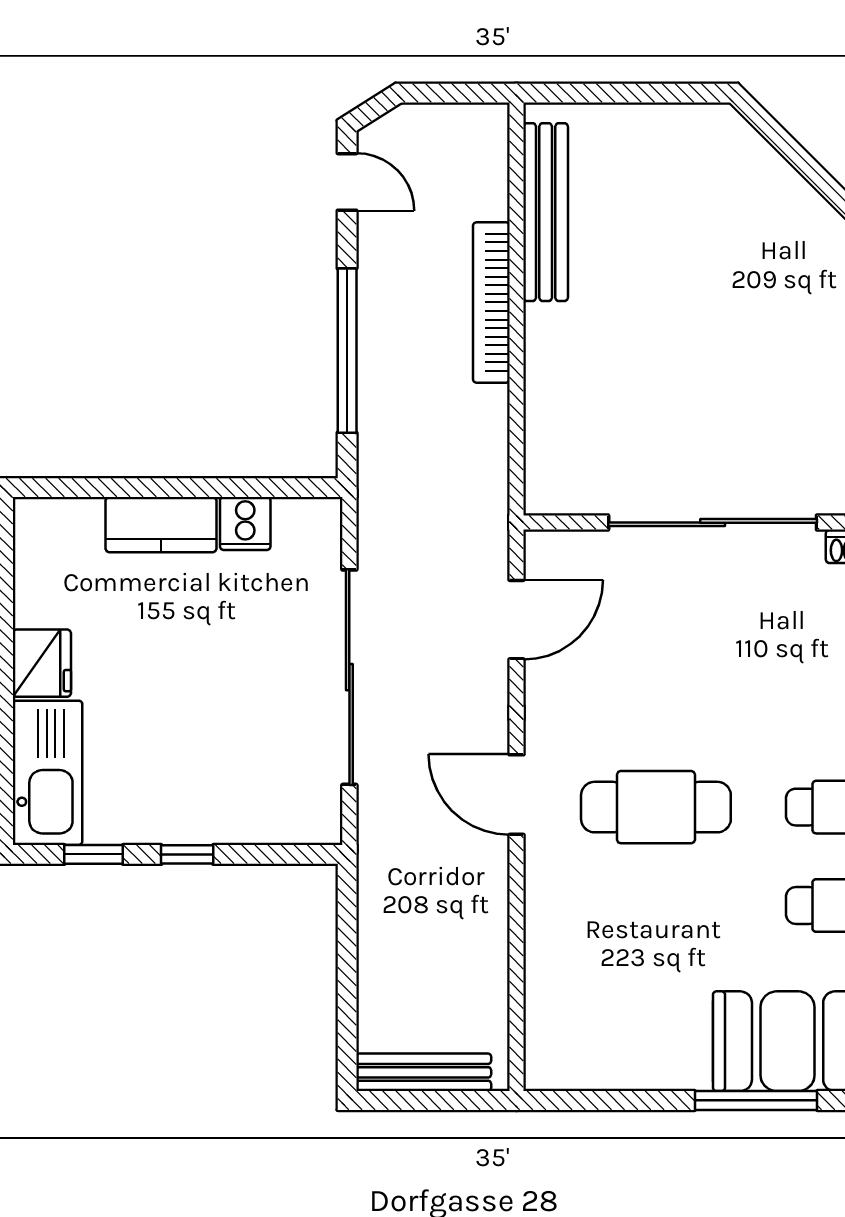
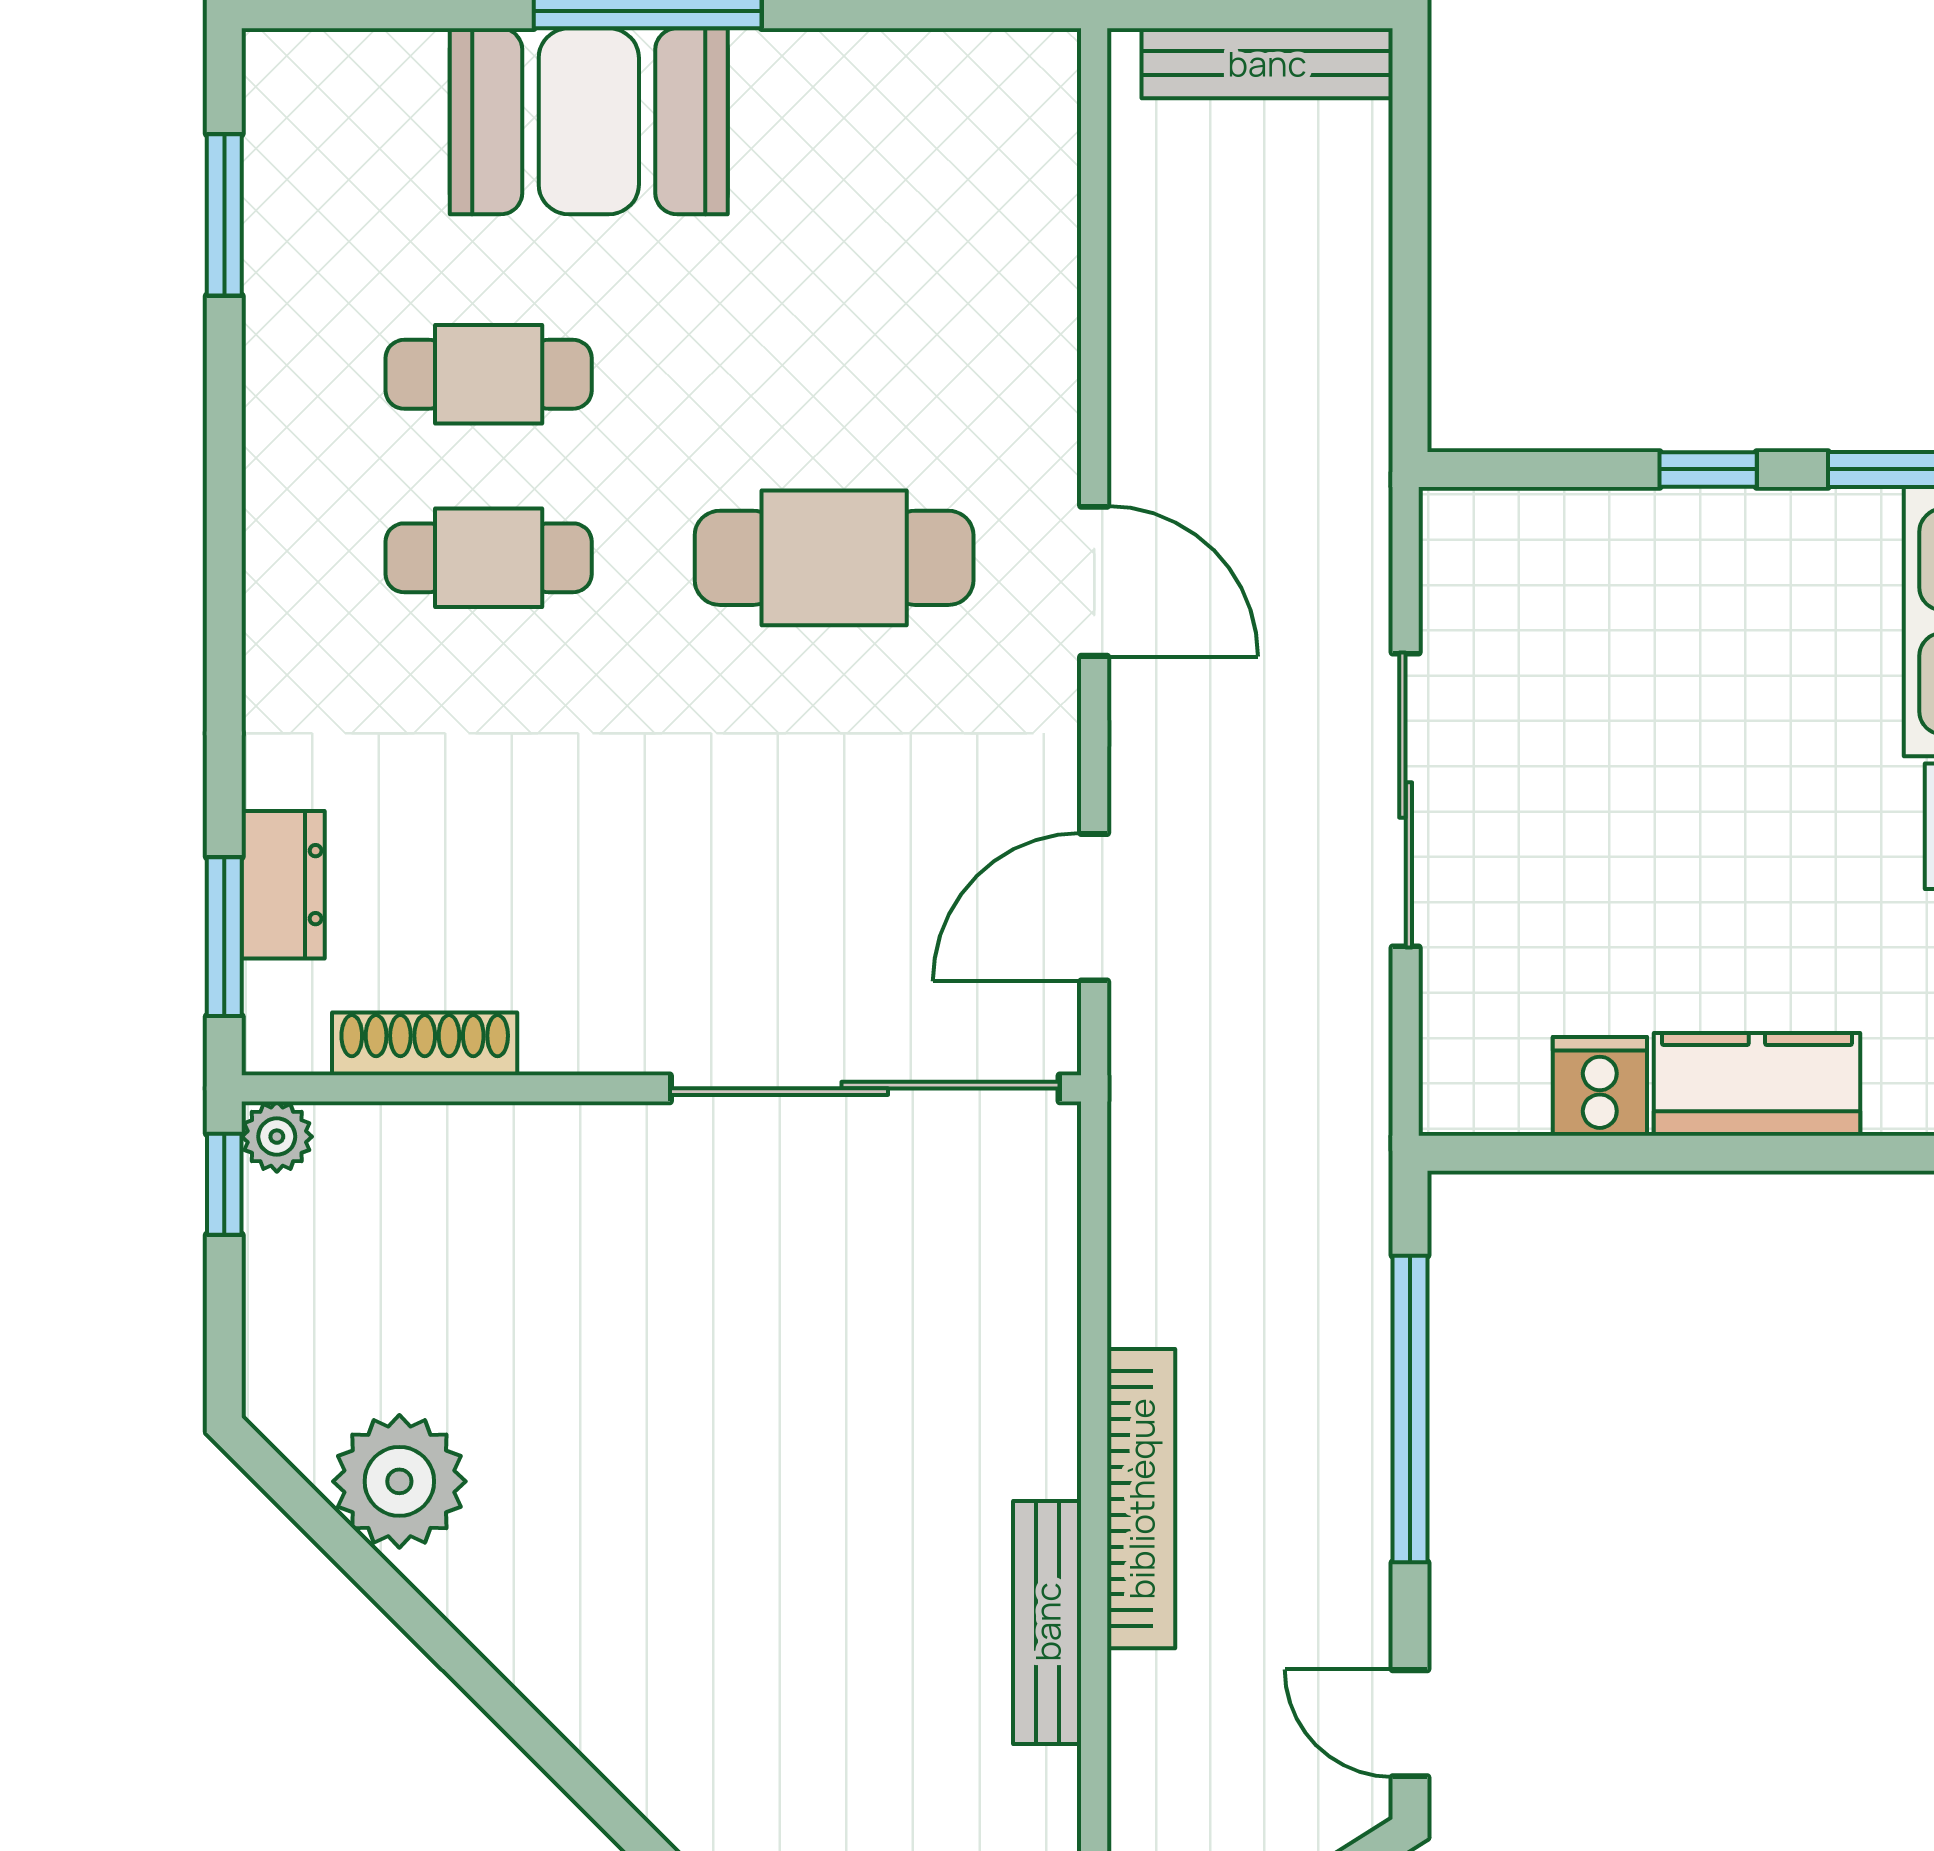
bench: (546, 212) -> (1047, 1622), width x0.73, depth x0.82
sliding door: (713, 523) -> (865, 1088), moved
sliding door: (349, 677) -> (1406, 800), width x0.73

